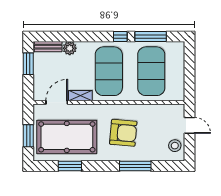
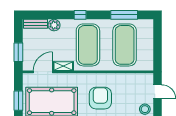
window: (120, 37) -> (80, 15), moved
window: (28, 64) -> (18, 52), moved
armchair: (123, 133) -> (100, 98), turned -95

